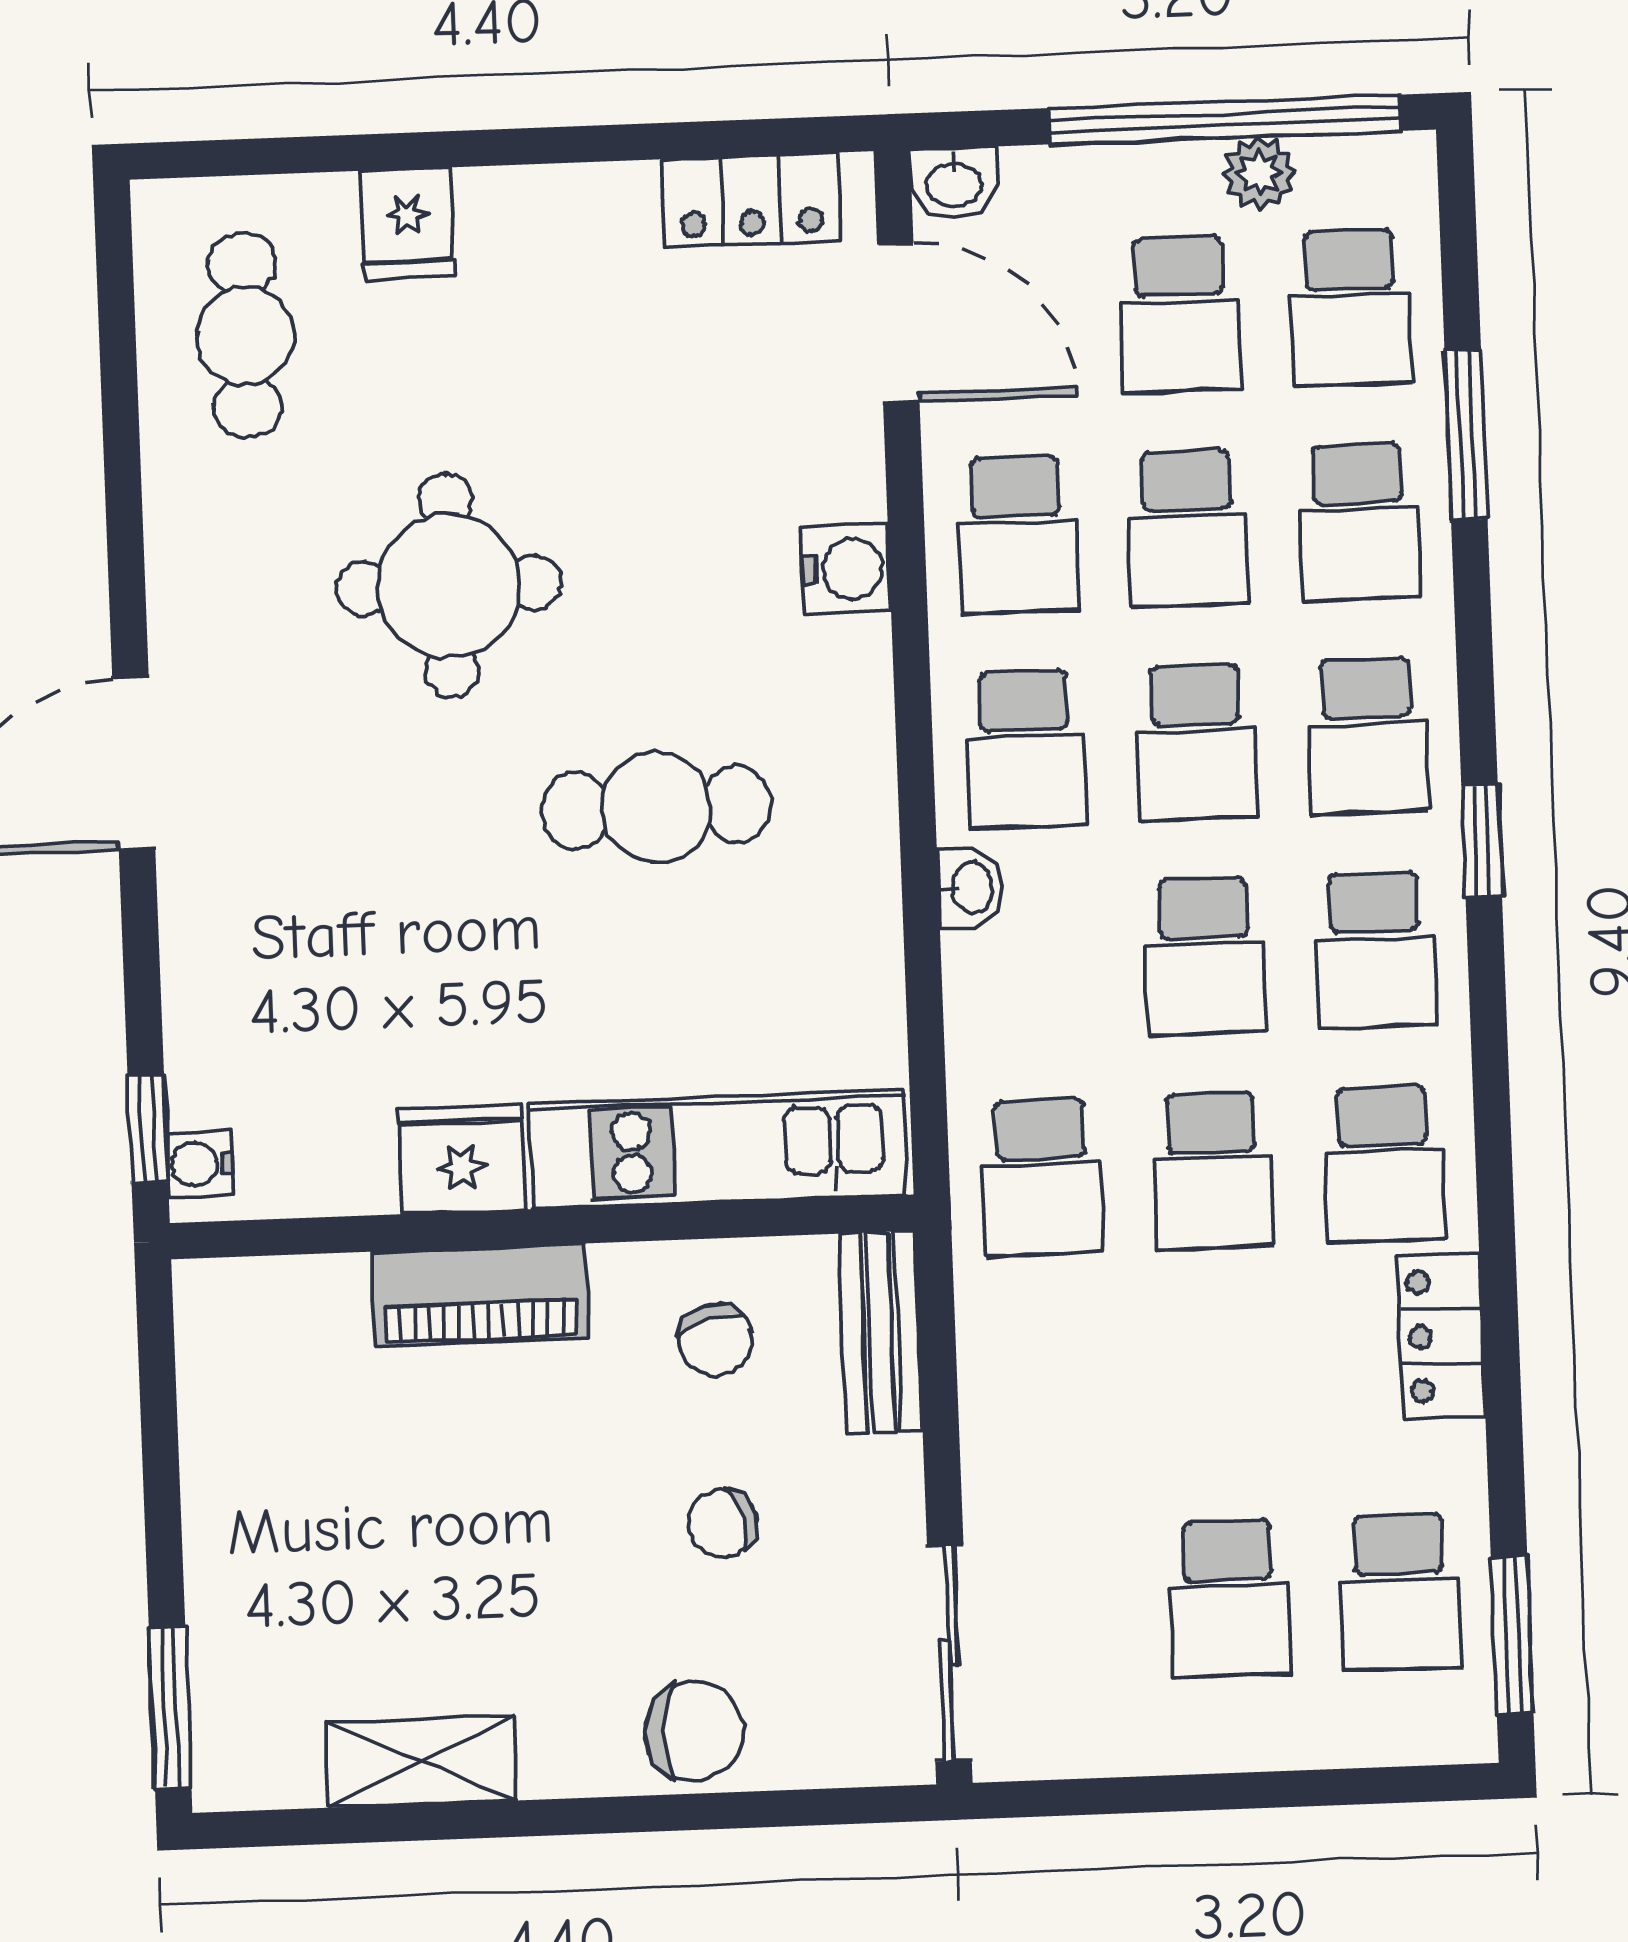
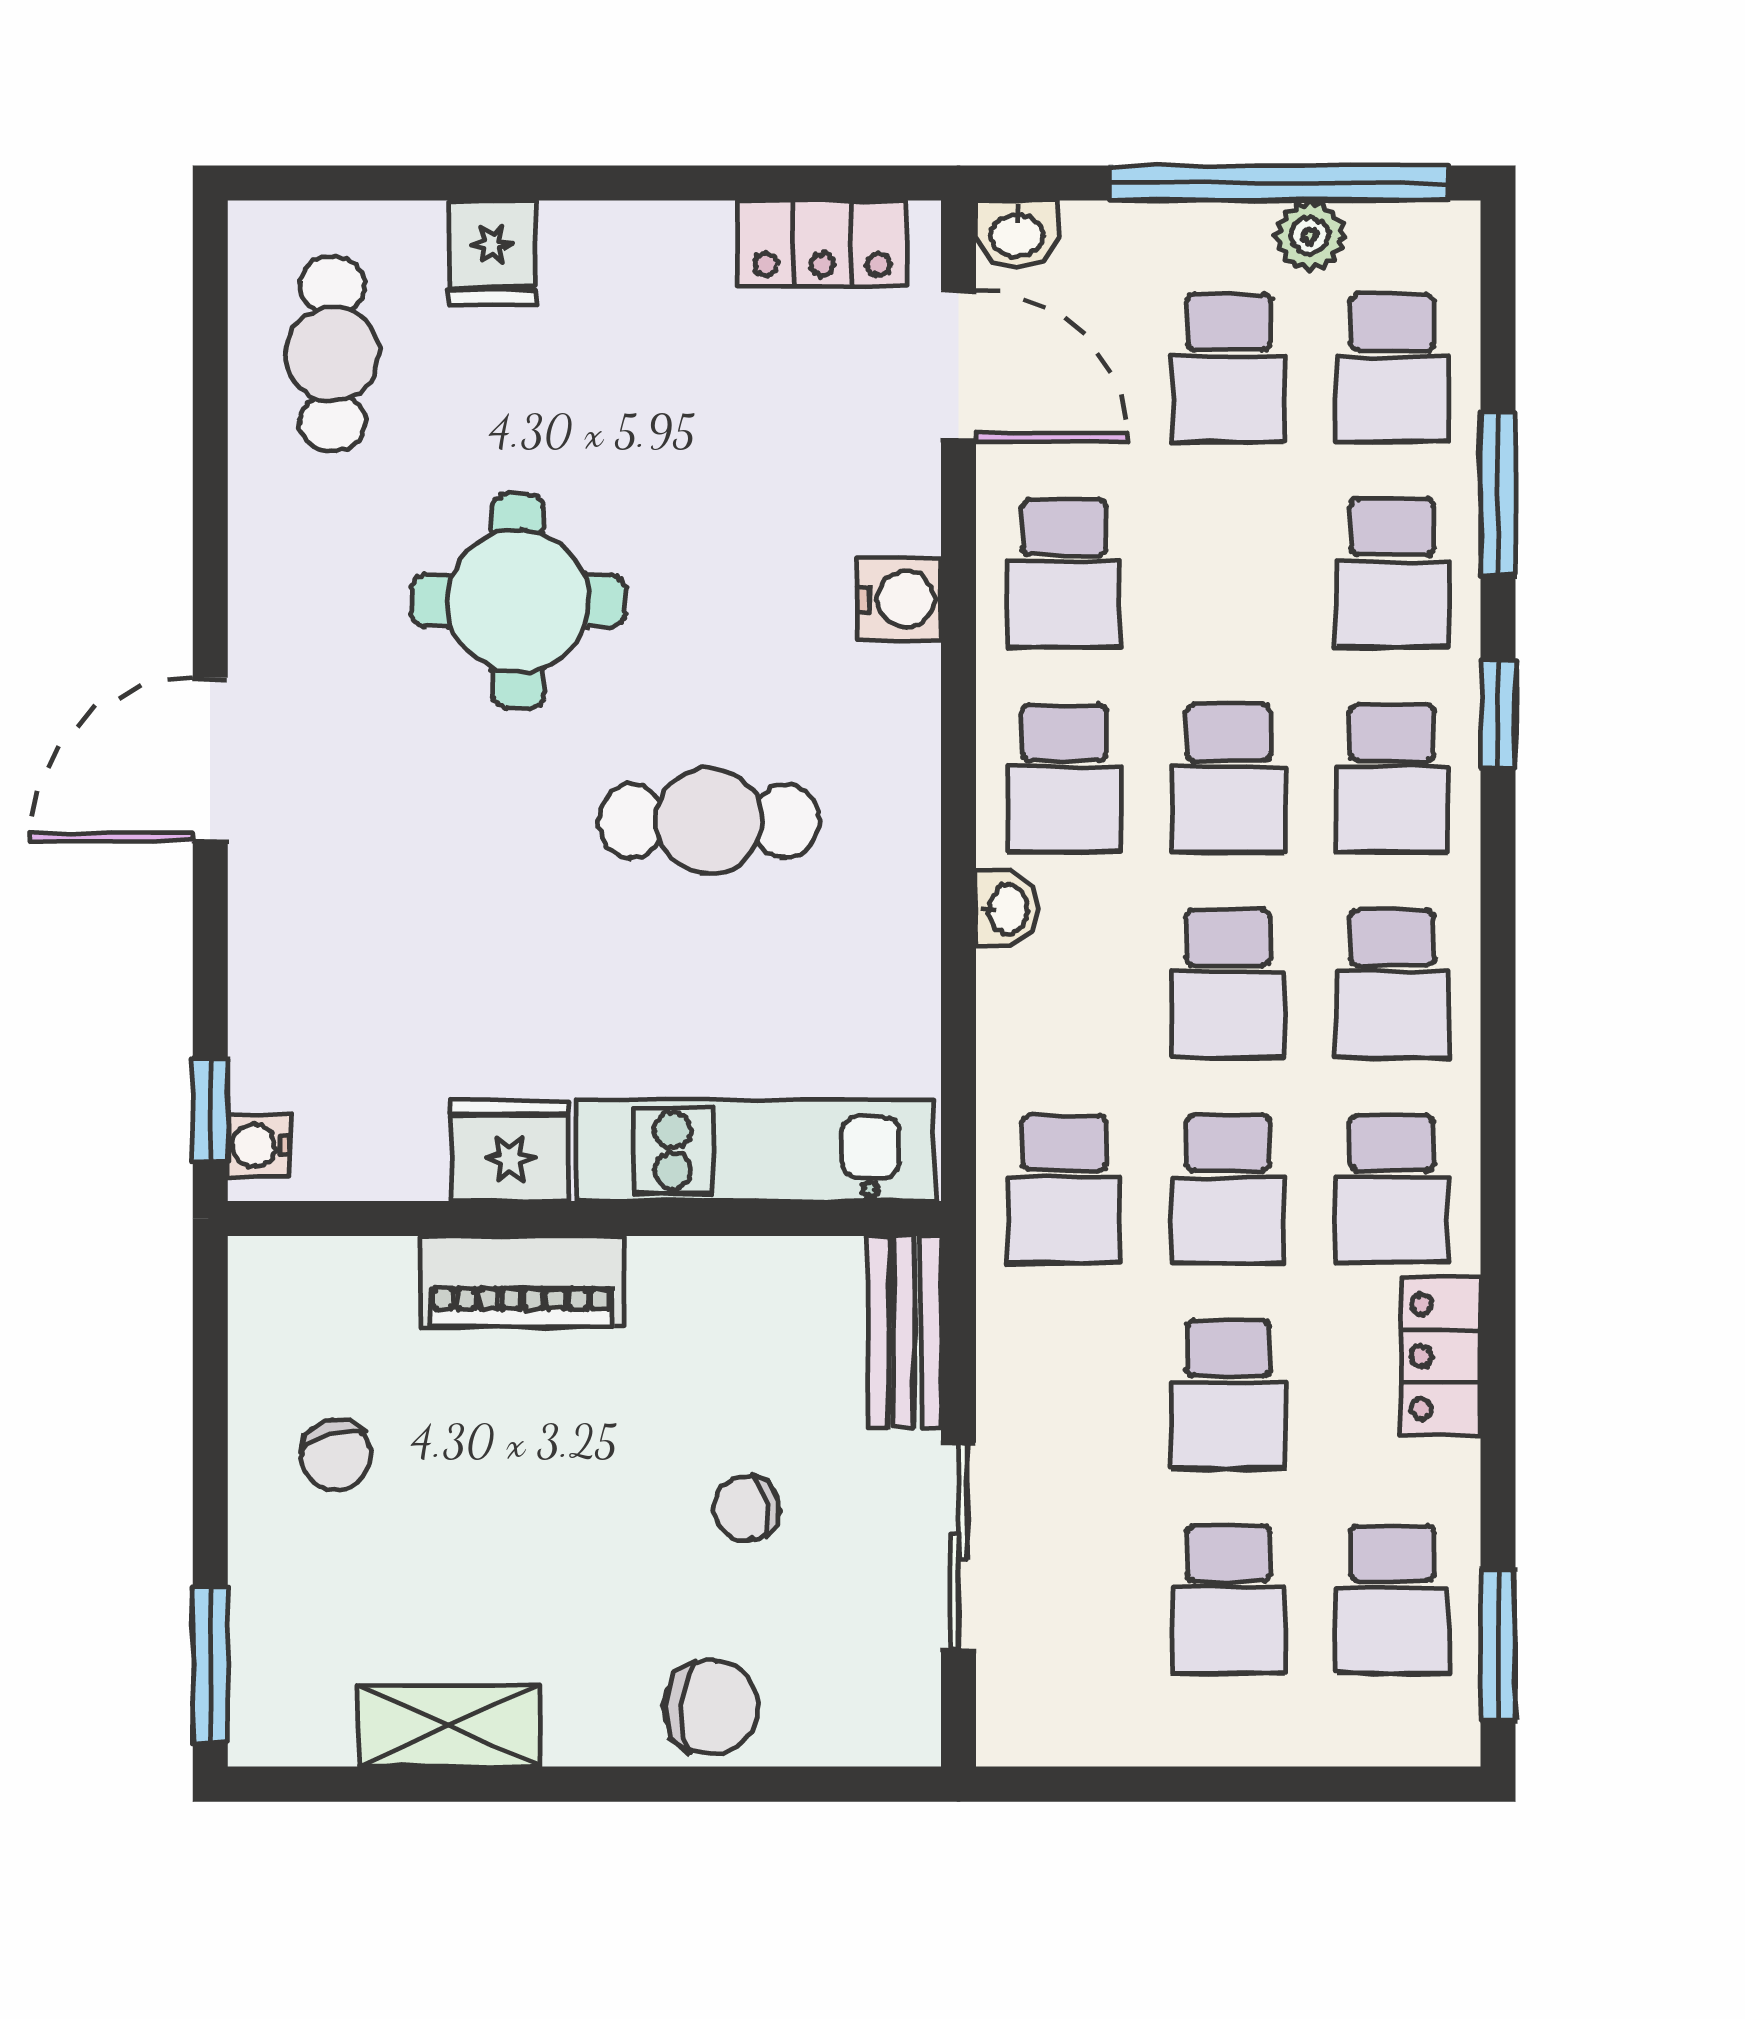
school desk: (1188, 528) -> (1228, 1394), moved
window: (1482, 841) -> (1498, 715), moved
chair: (716, 1340) -> (336, 1455), moved
sliding door: (949, 1653) -> (959, 1546), moved

